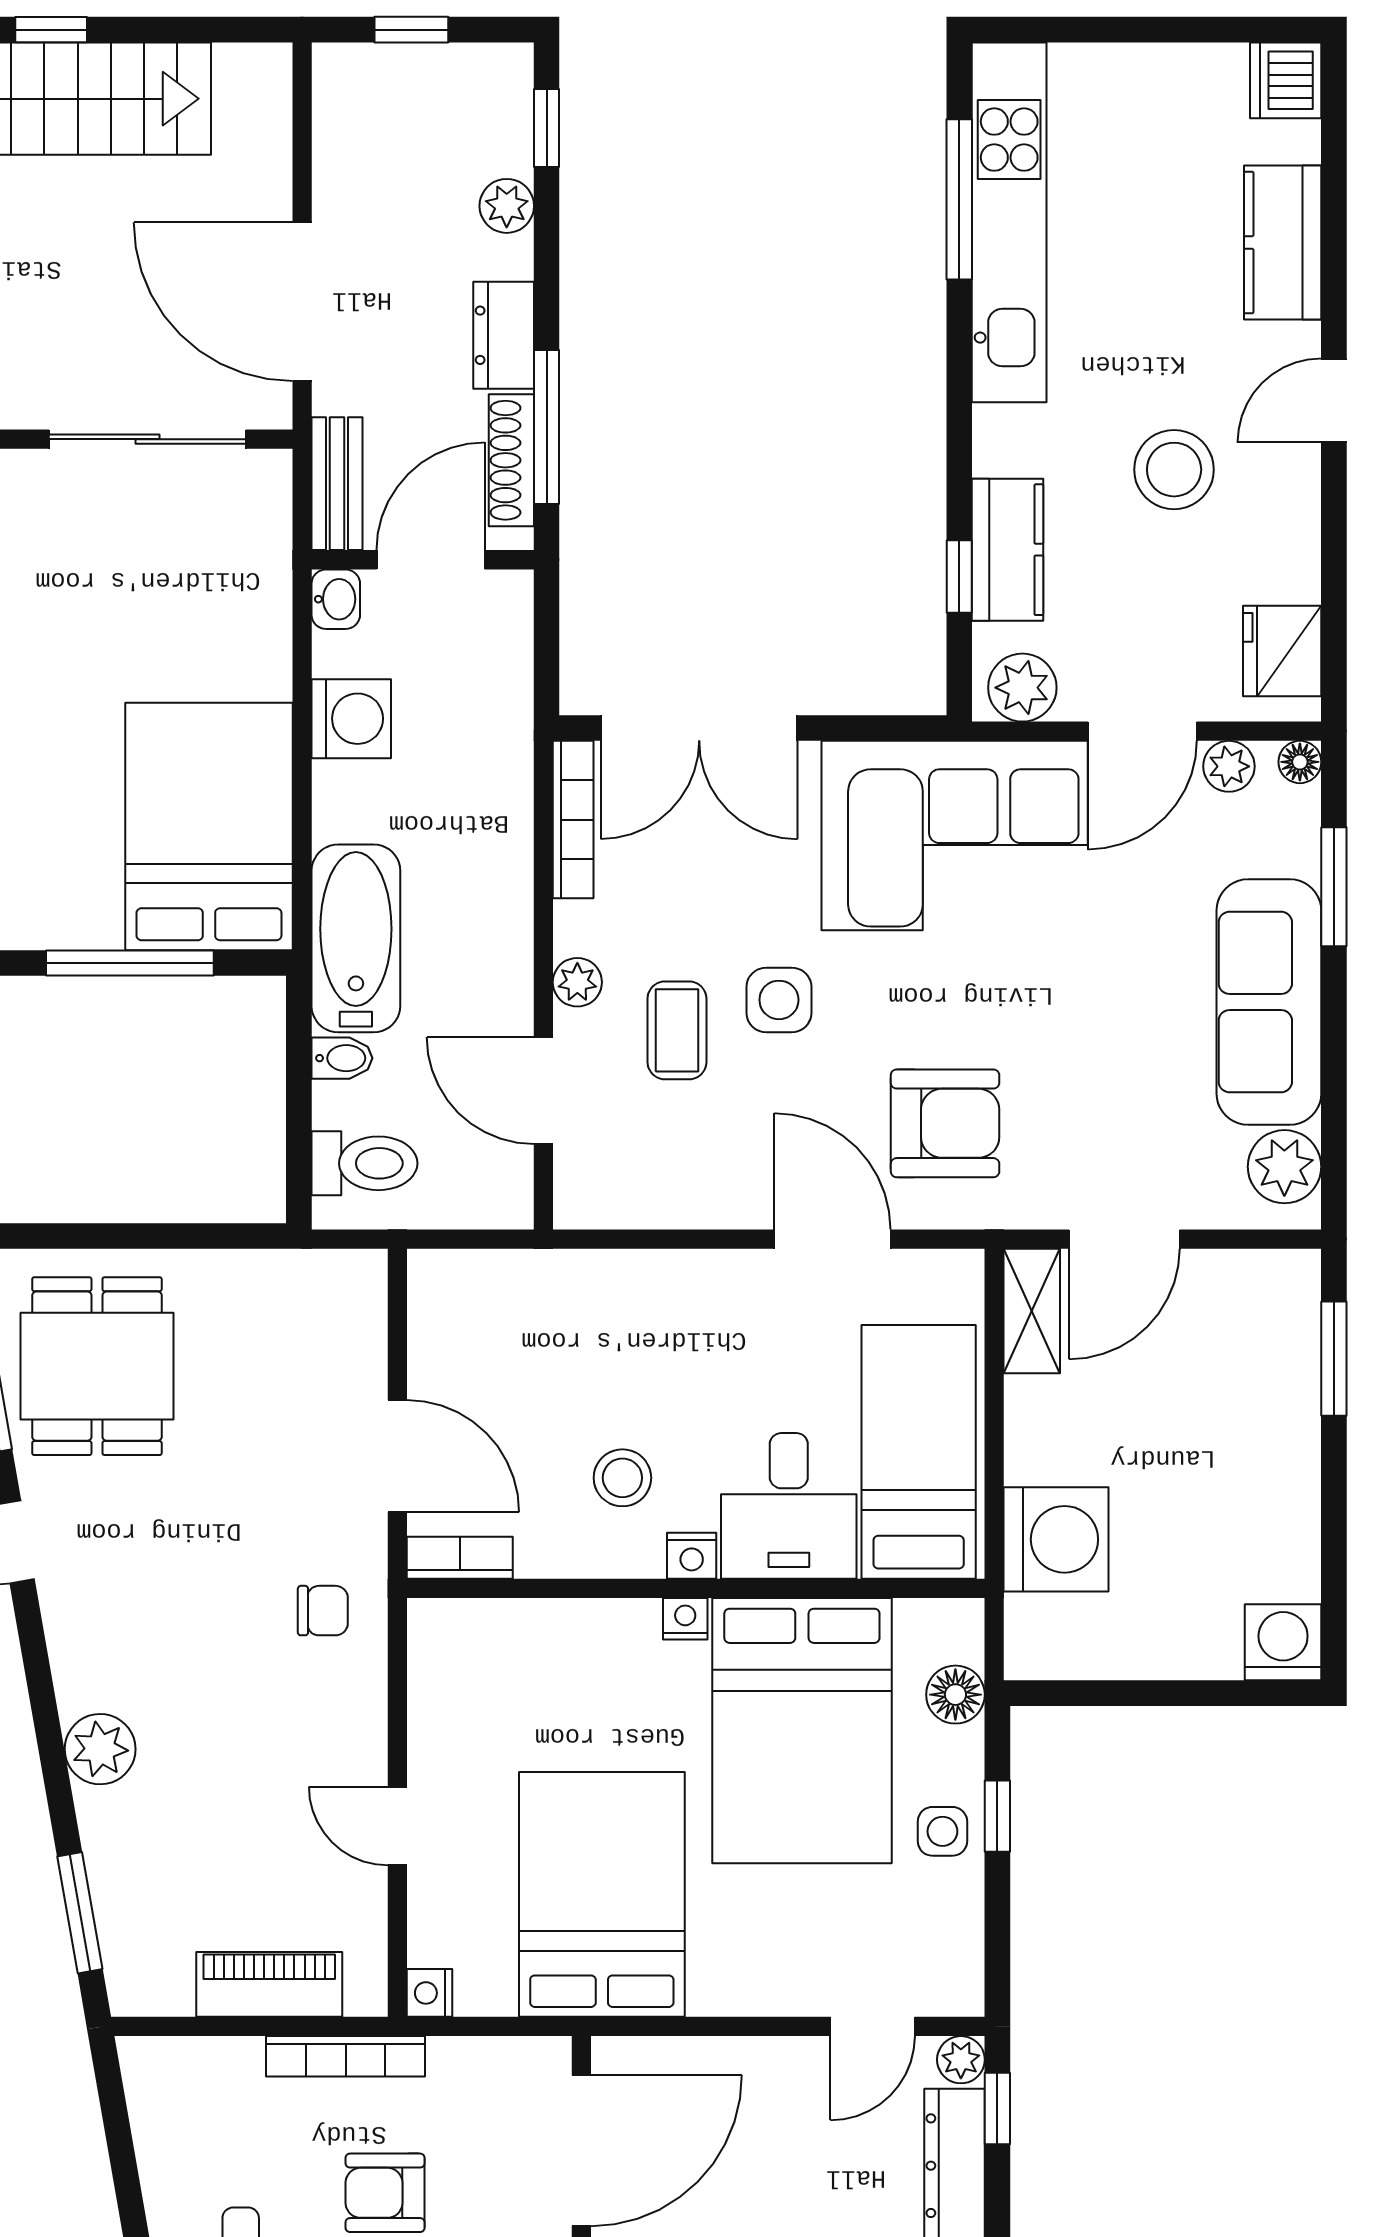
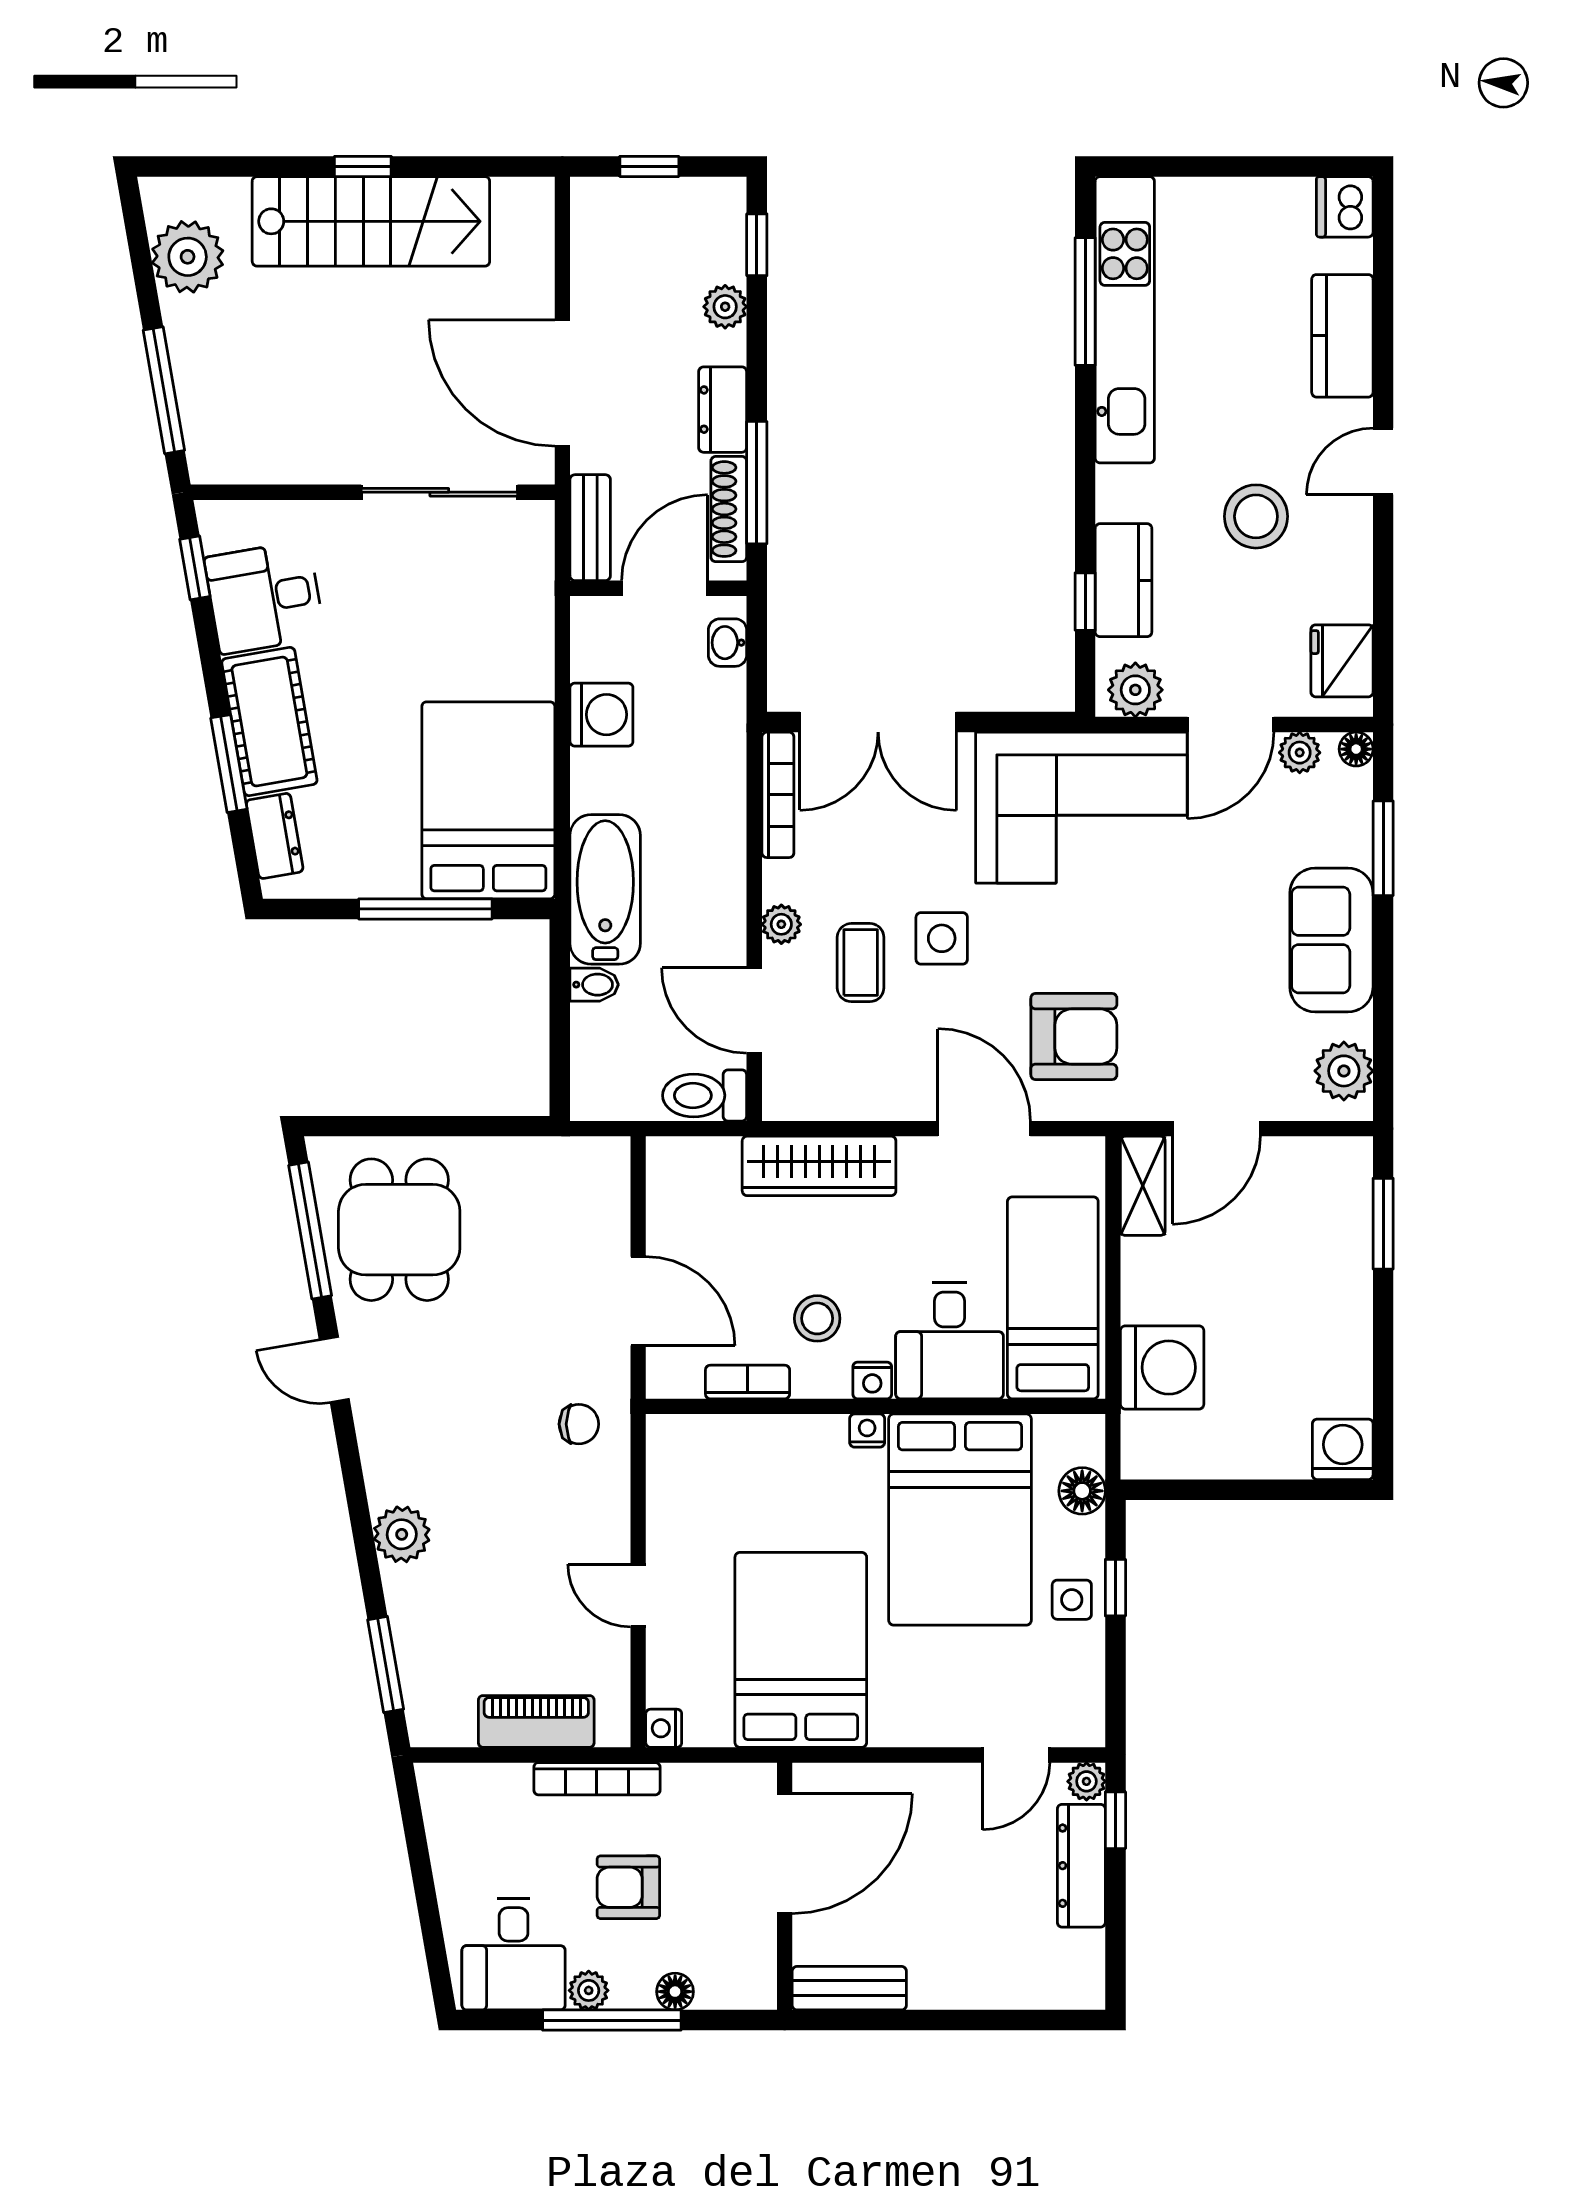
washbasin: (336, 599) -> (728, 643), moved, turned 180
sofa: (1269, 1002) -> (1331, 940), width x0.73
toilet: (365, 1163) -> (705, 1095), moved, turned 180
wardrobe: (625, 1286) -> (819, 1166), added
bookcase: (460, 1558) -> (748, 1382), moved

